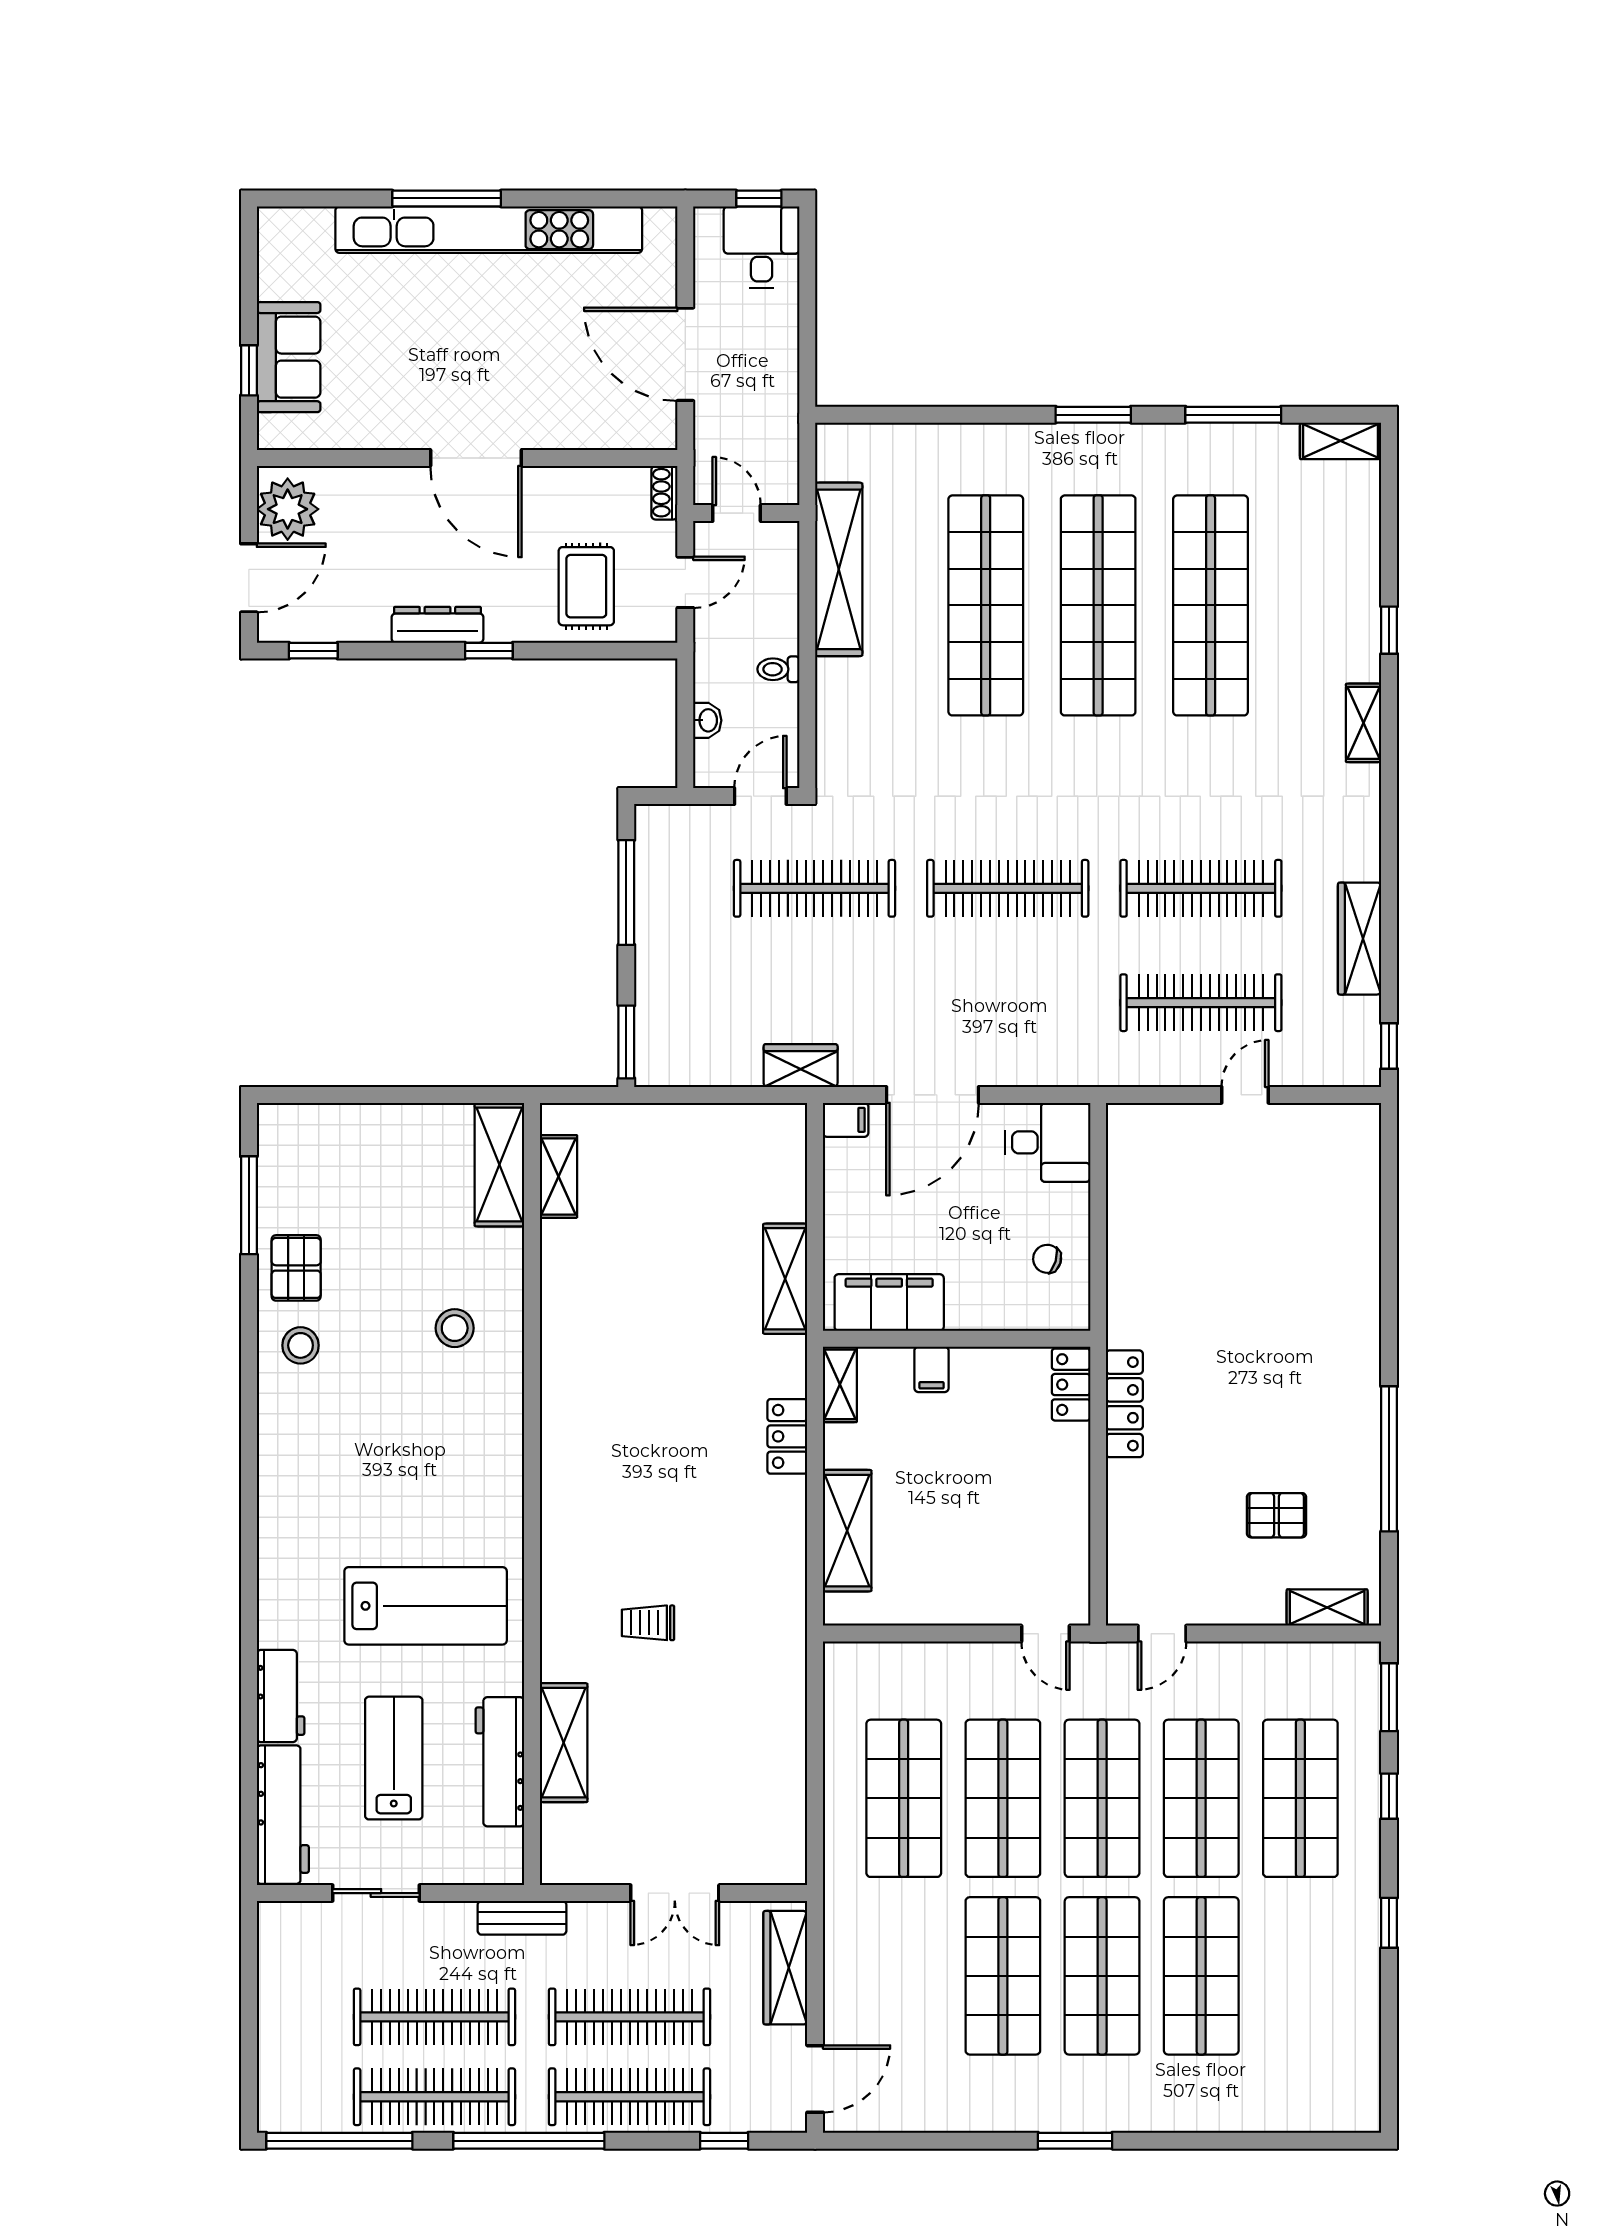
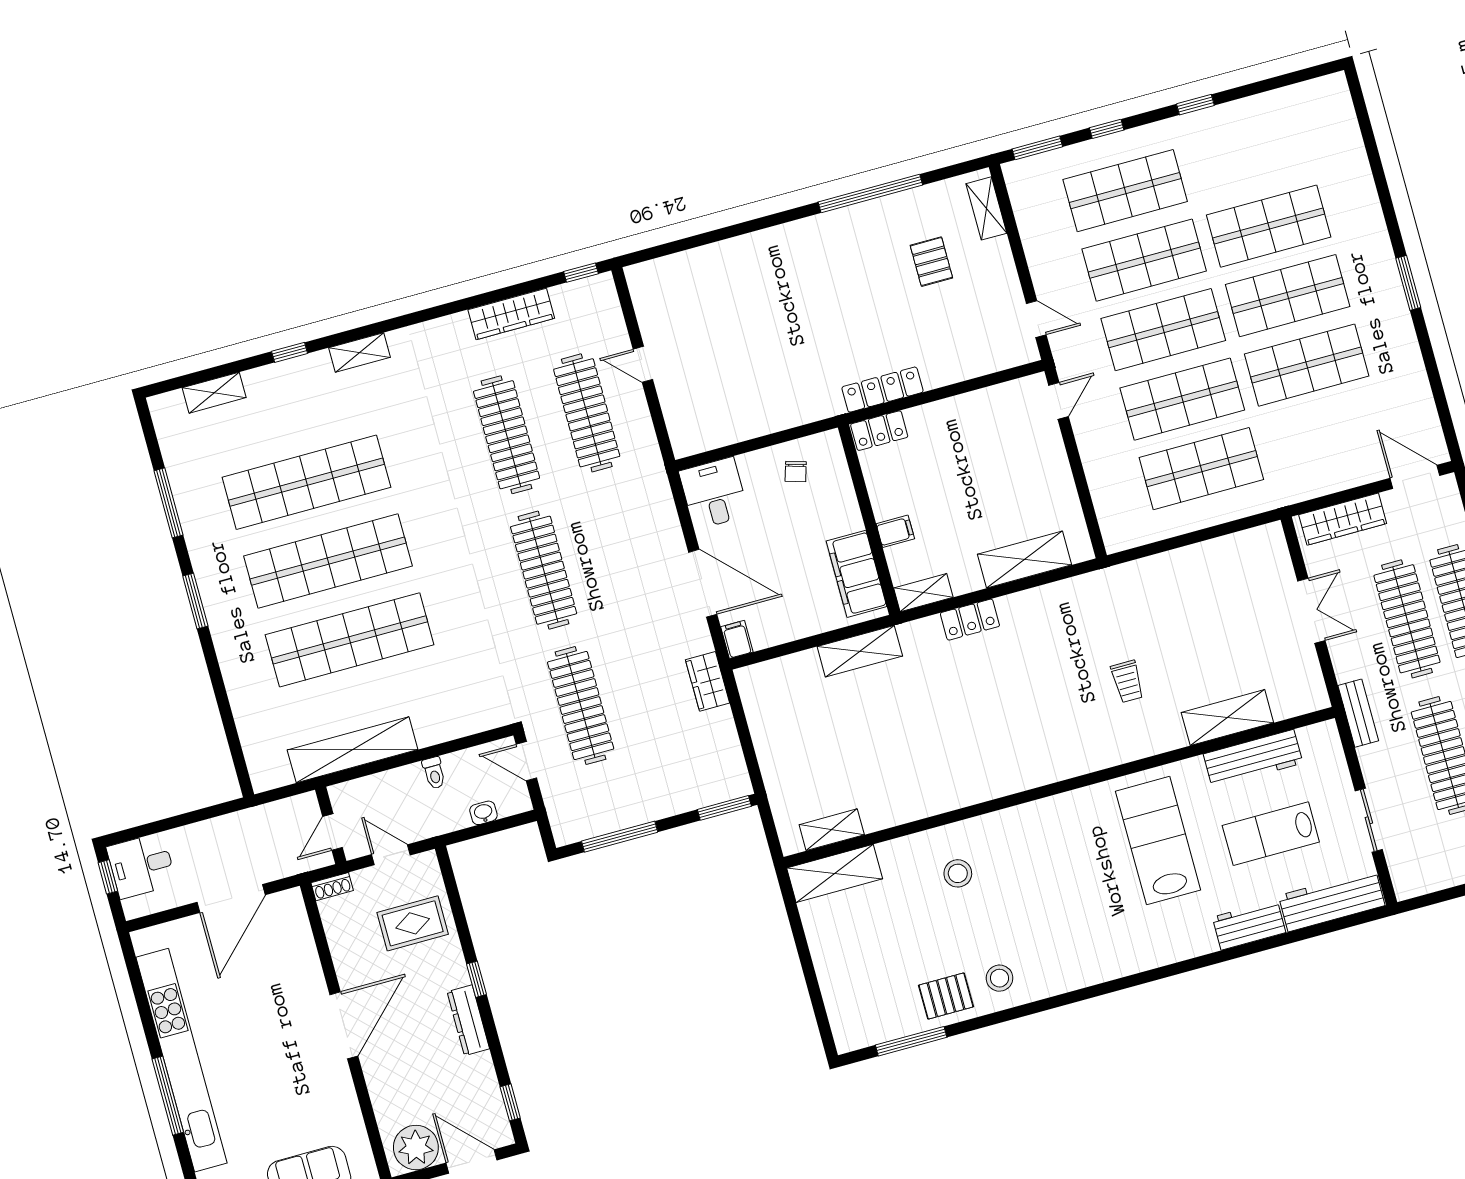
shelving: (1341, 441) -> (214, 393), moved, turned 90

